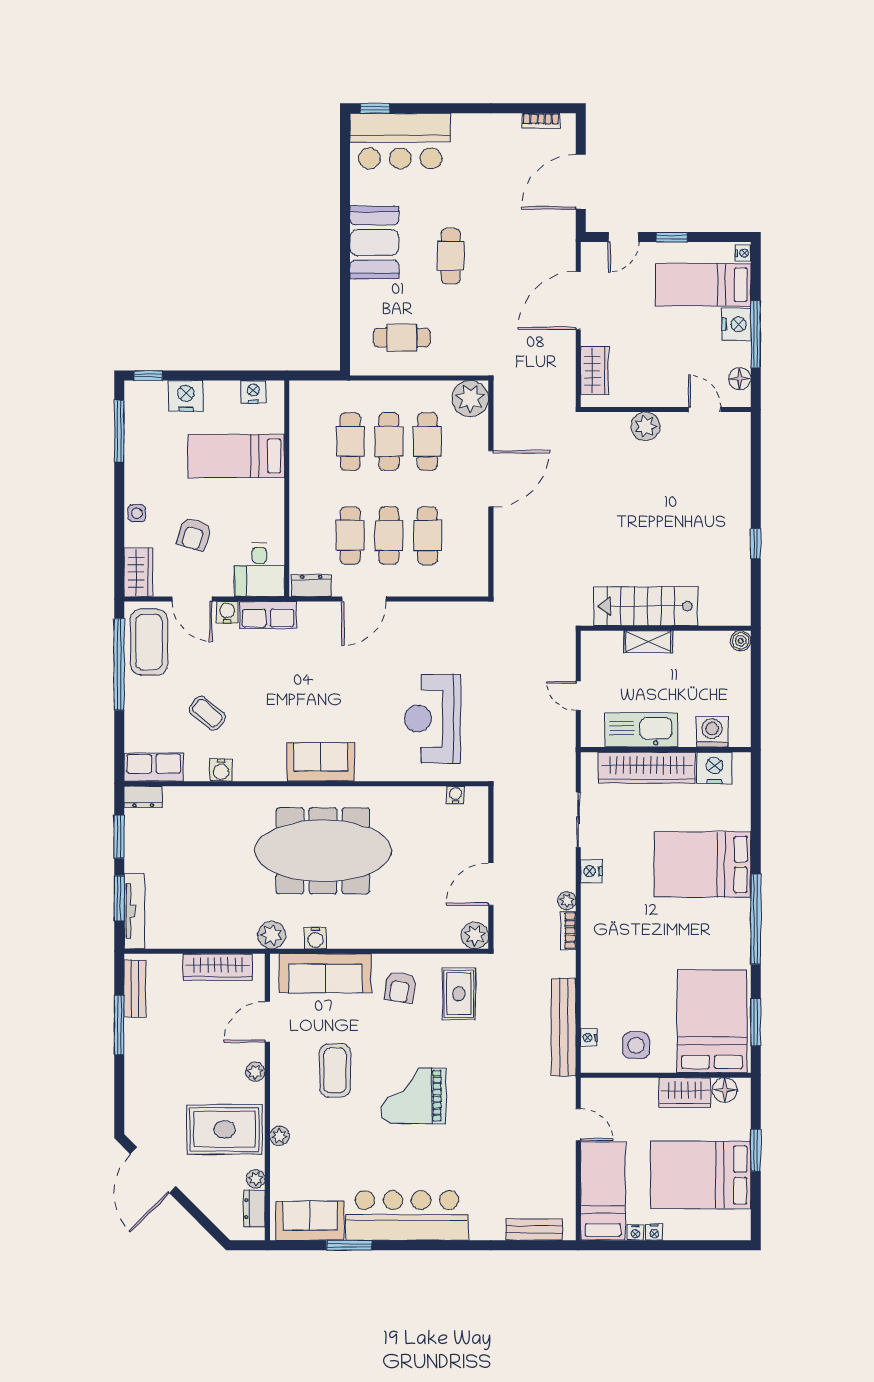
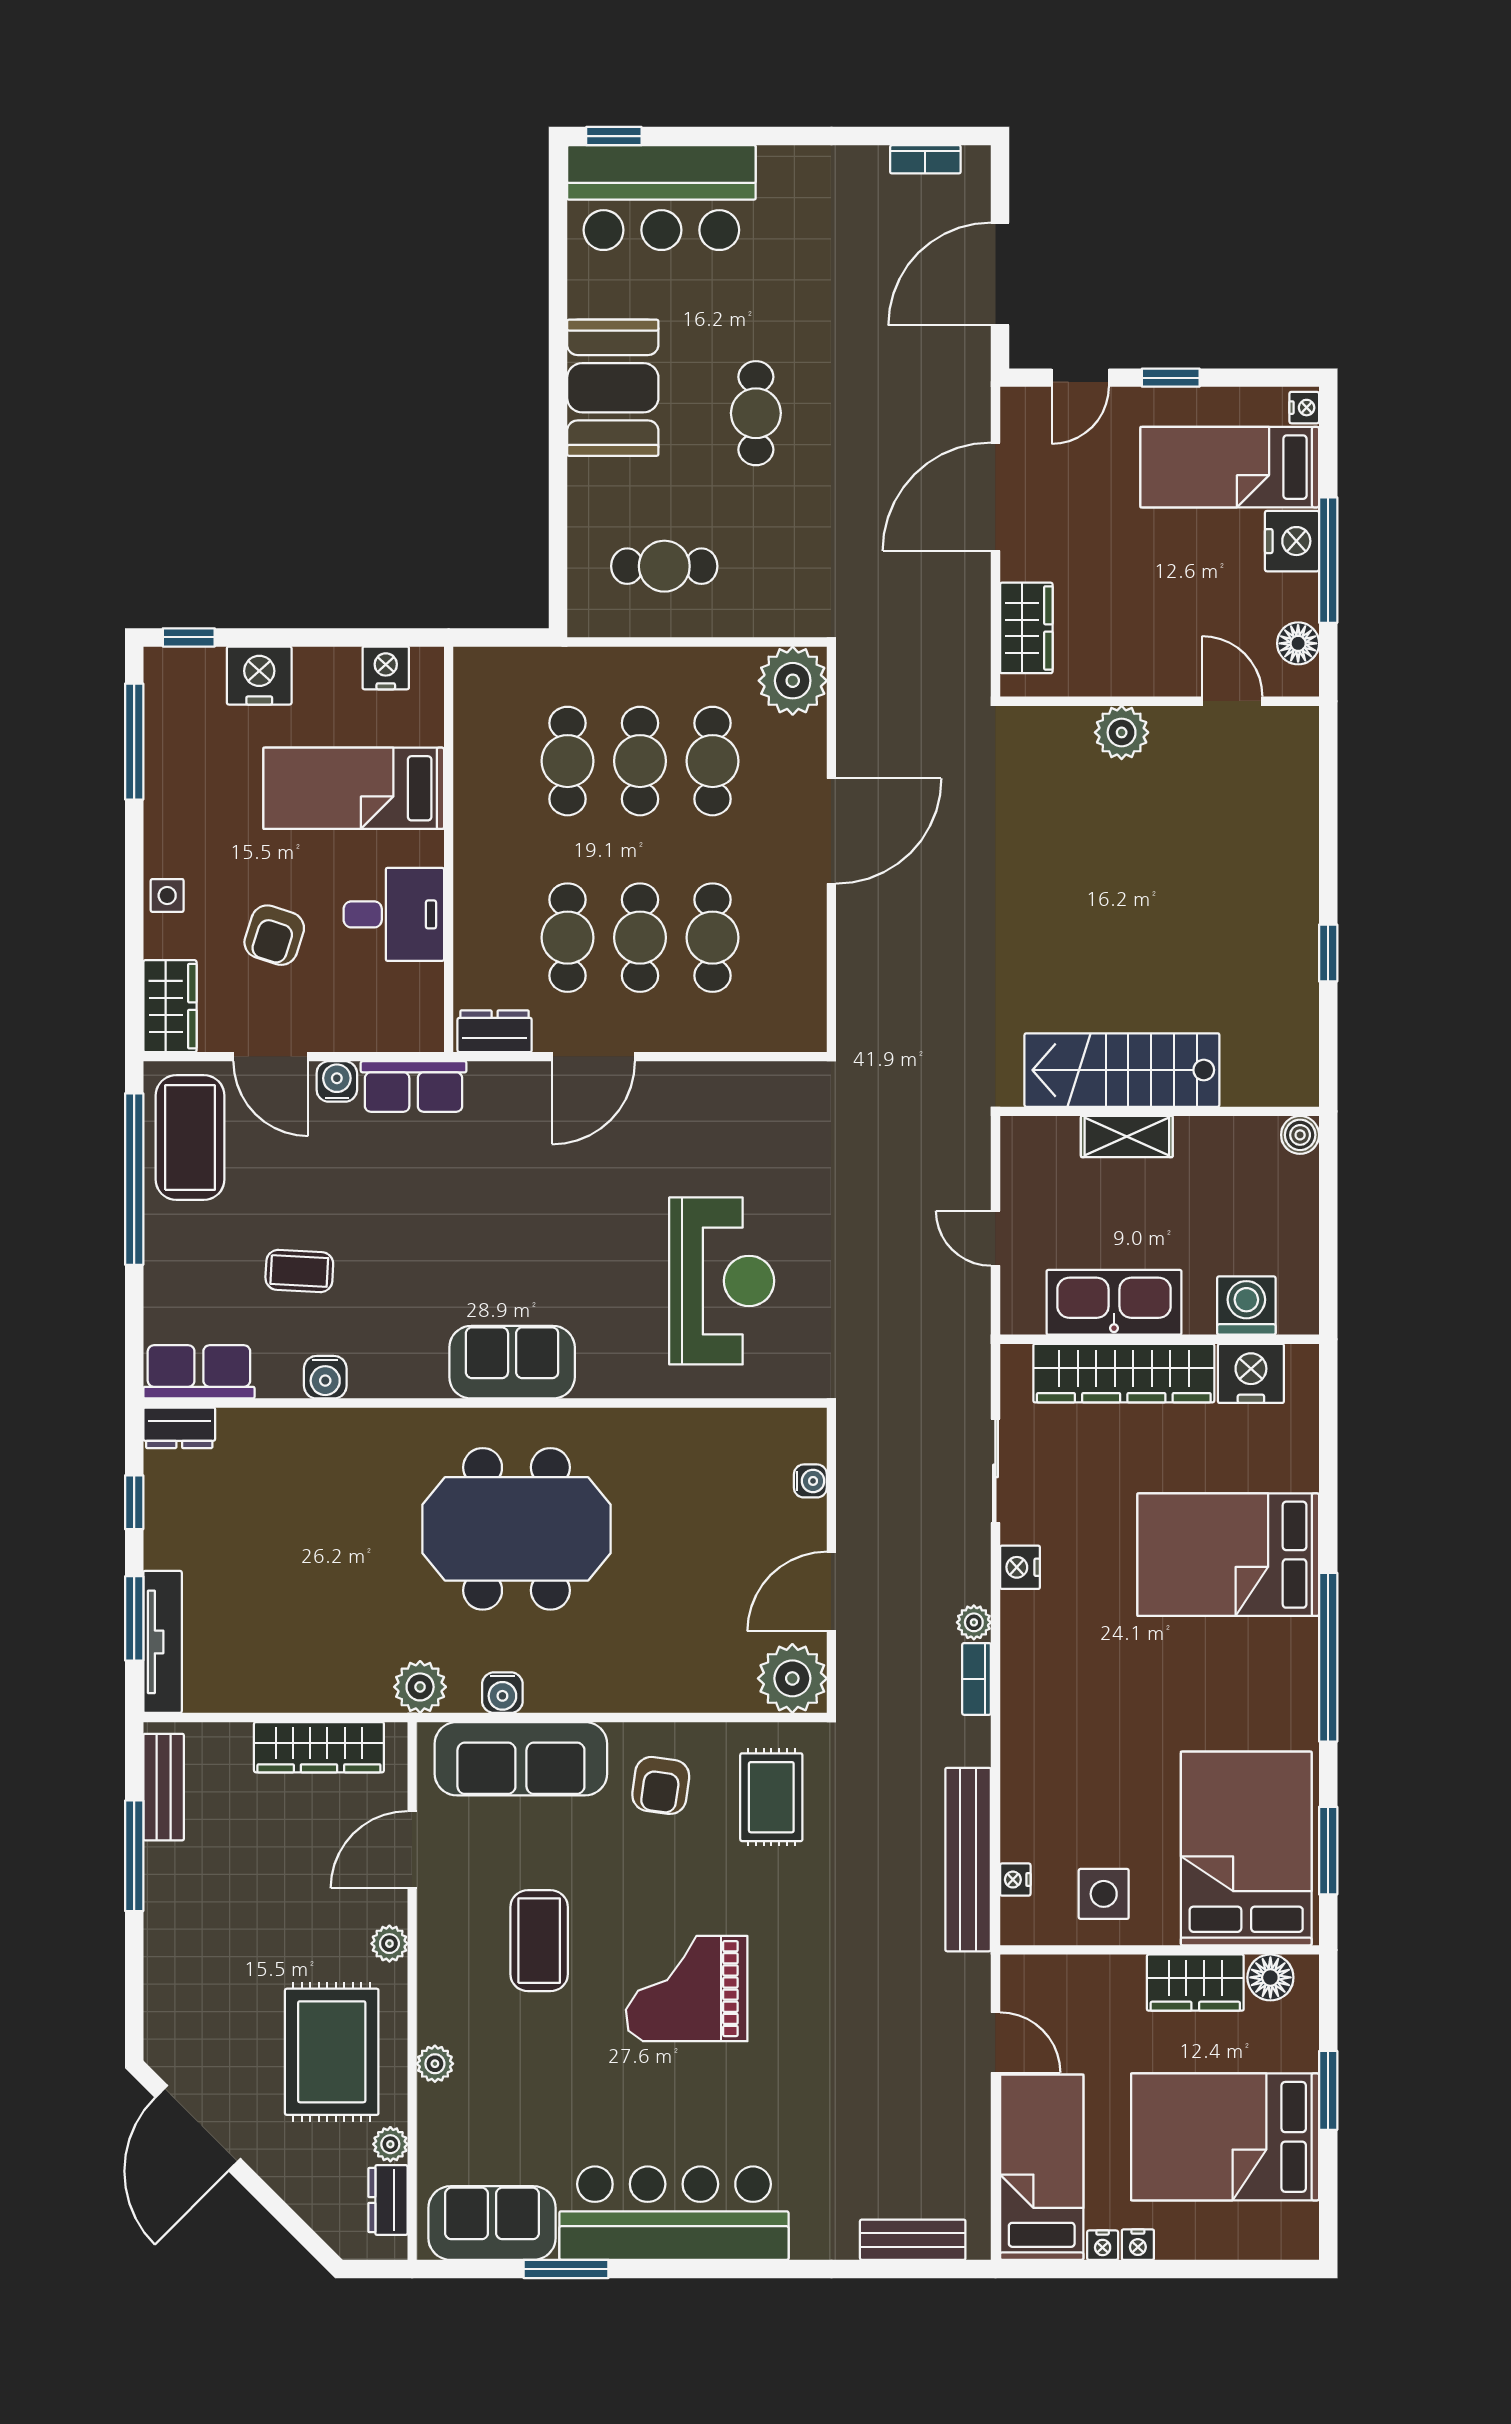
desk: (259, 570) -> (394, 914), moved, turned -90
coffee table: (207, 713) -> (299, 1271), turned -37
reception desk: (432, 719) -> (722, 1281), turned 180
water cooler: (455, 795) -> (810, 1481), moved, turned 90
window: (119, 837) -> (134, 1502), width x0.67
meeting table: (323, 851) -> (516, 1529), width x0.73
plant: (475, 935) -> (792, 1678), width x1.36, depth x1.36
rug: (224, 1130) -> (332, 2052), turned 90

